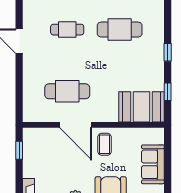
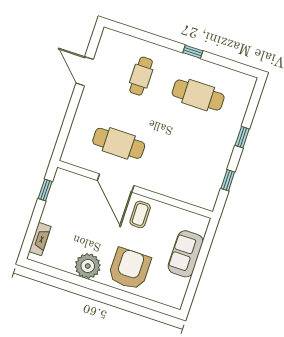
cafe table: (67, 30) -> (141, 76), turned 90
booth: (141, 107) -> (194, 187), removed

